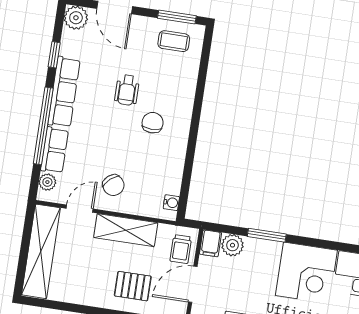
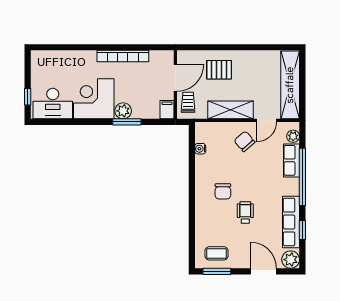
row of seats: (64, 92) -> (291, 222), moved
water cooler: (171, 203) -> (200, 149), moved
plant: (232, 245) -> (123, 111), moved

